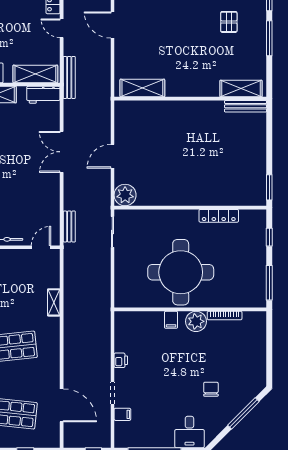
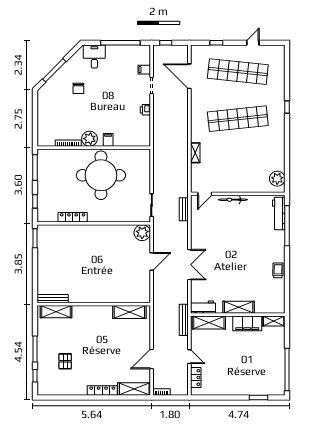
door: (112, 25) -> (152, 359), swing flipped

